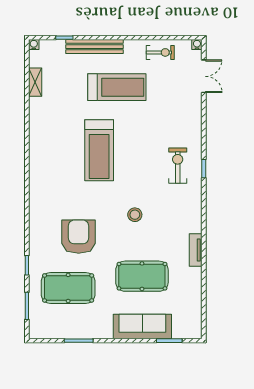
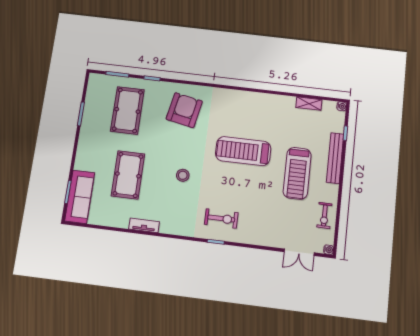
armchair: (79, 237) -> (184, 110), moved, turned -79
sofa: (142, 327) -> (80, 197), moved

